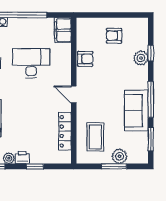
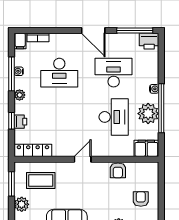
plant: (28, 28) -> (148, 114), added
locker: (65, 131) -> (33, 150), moved
printer: (22, 157) -> (20, 122), moved
window: (114, 166) -> (12, 184), moved

